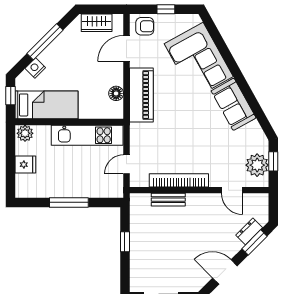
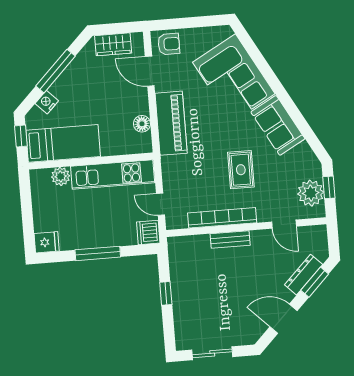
window: (166, 9) -> (191, 22), removed
door: (126, 48) -> (150, 71), hinge flipped
plant: (25, 133) -> (61, 176), moved
rug: (198, 140) -> (241, 170), added
door: (126, 164) -> (160, 204), hinge flipped
fridge: (25, 165) -> (47, 242), moved
dishwasher: (114, 188) -> (148, 232), added
bench: (168, 200) -> (230, 239), moved
dresser: (249, 231) -> (304, 275), width x1.44

